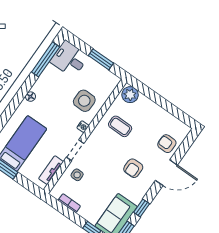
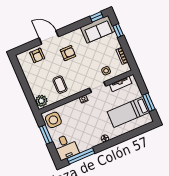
side table: (84, 101) -> (53, 120), moved
window: (142, 208) -> (78, 25), removed

